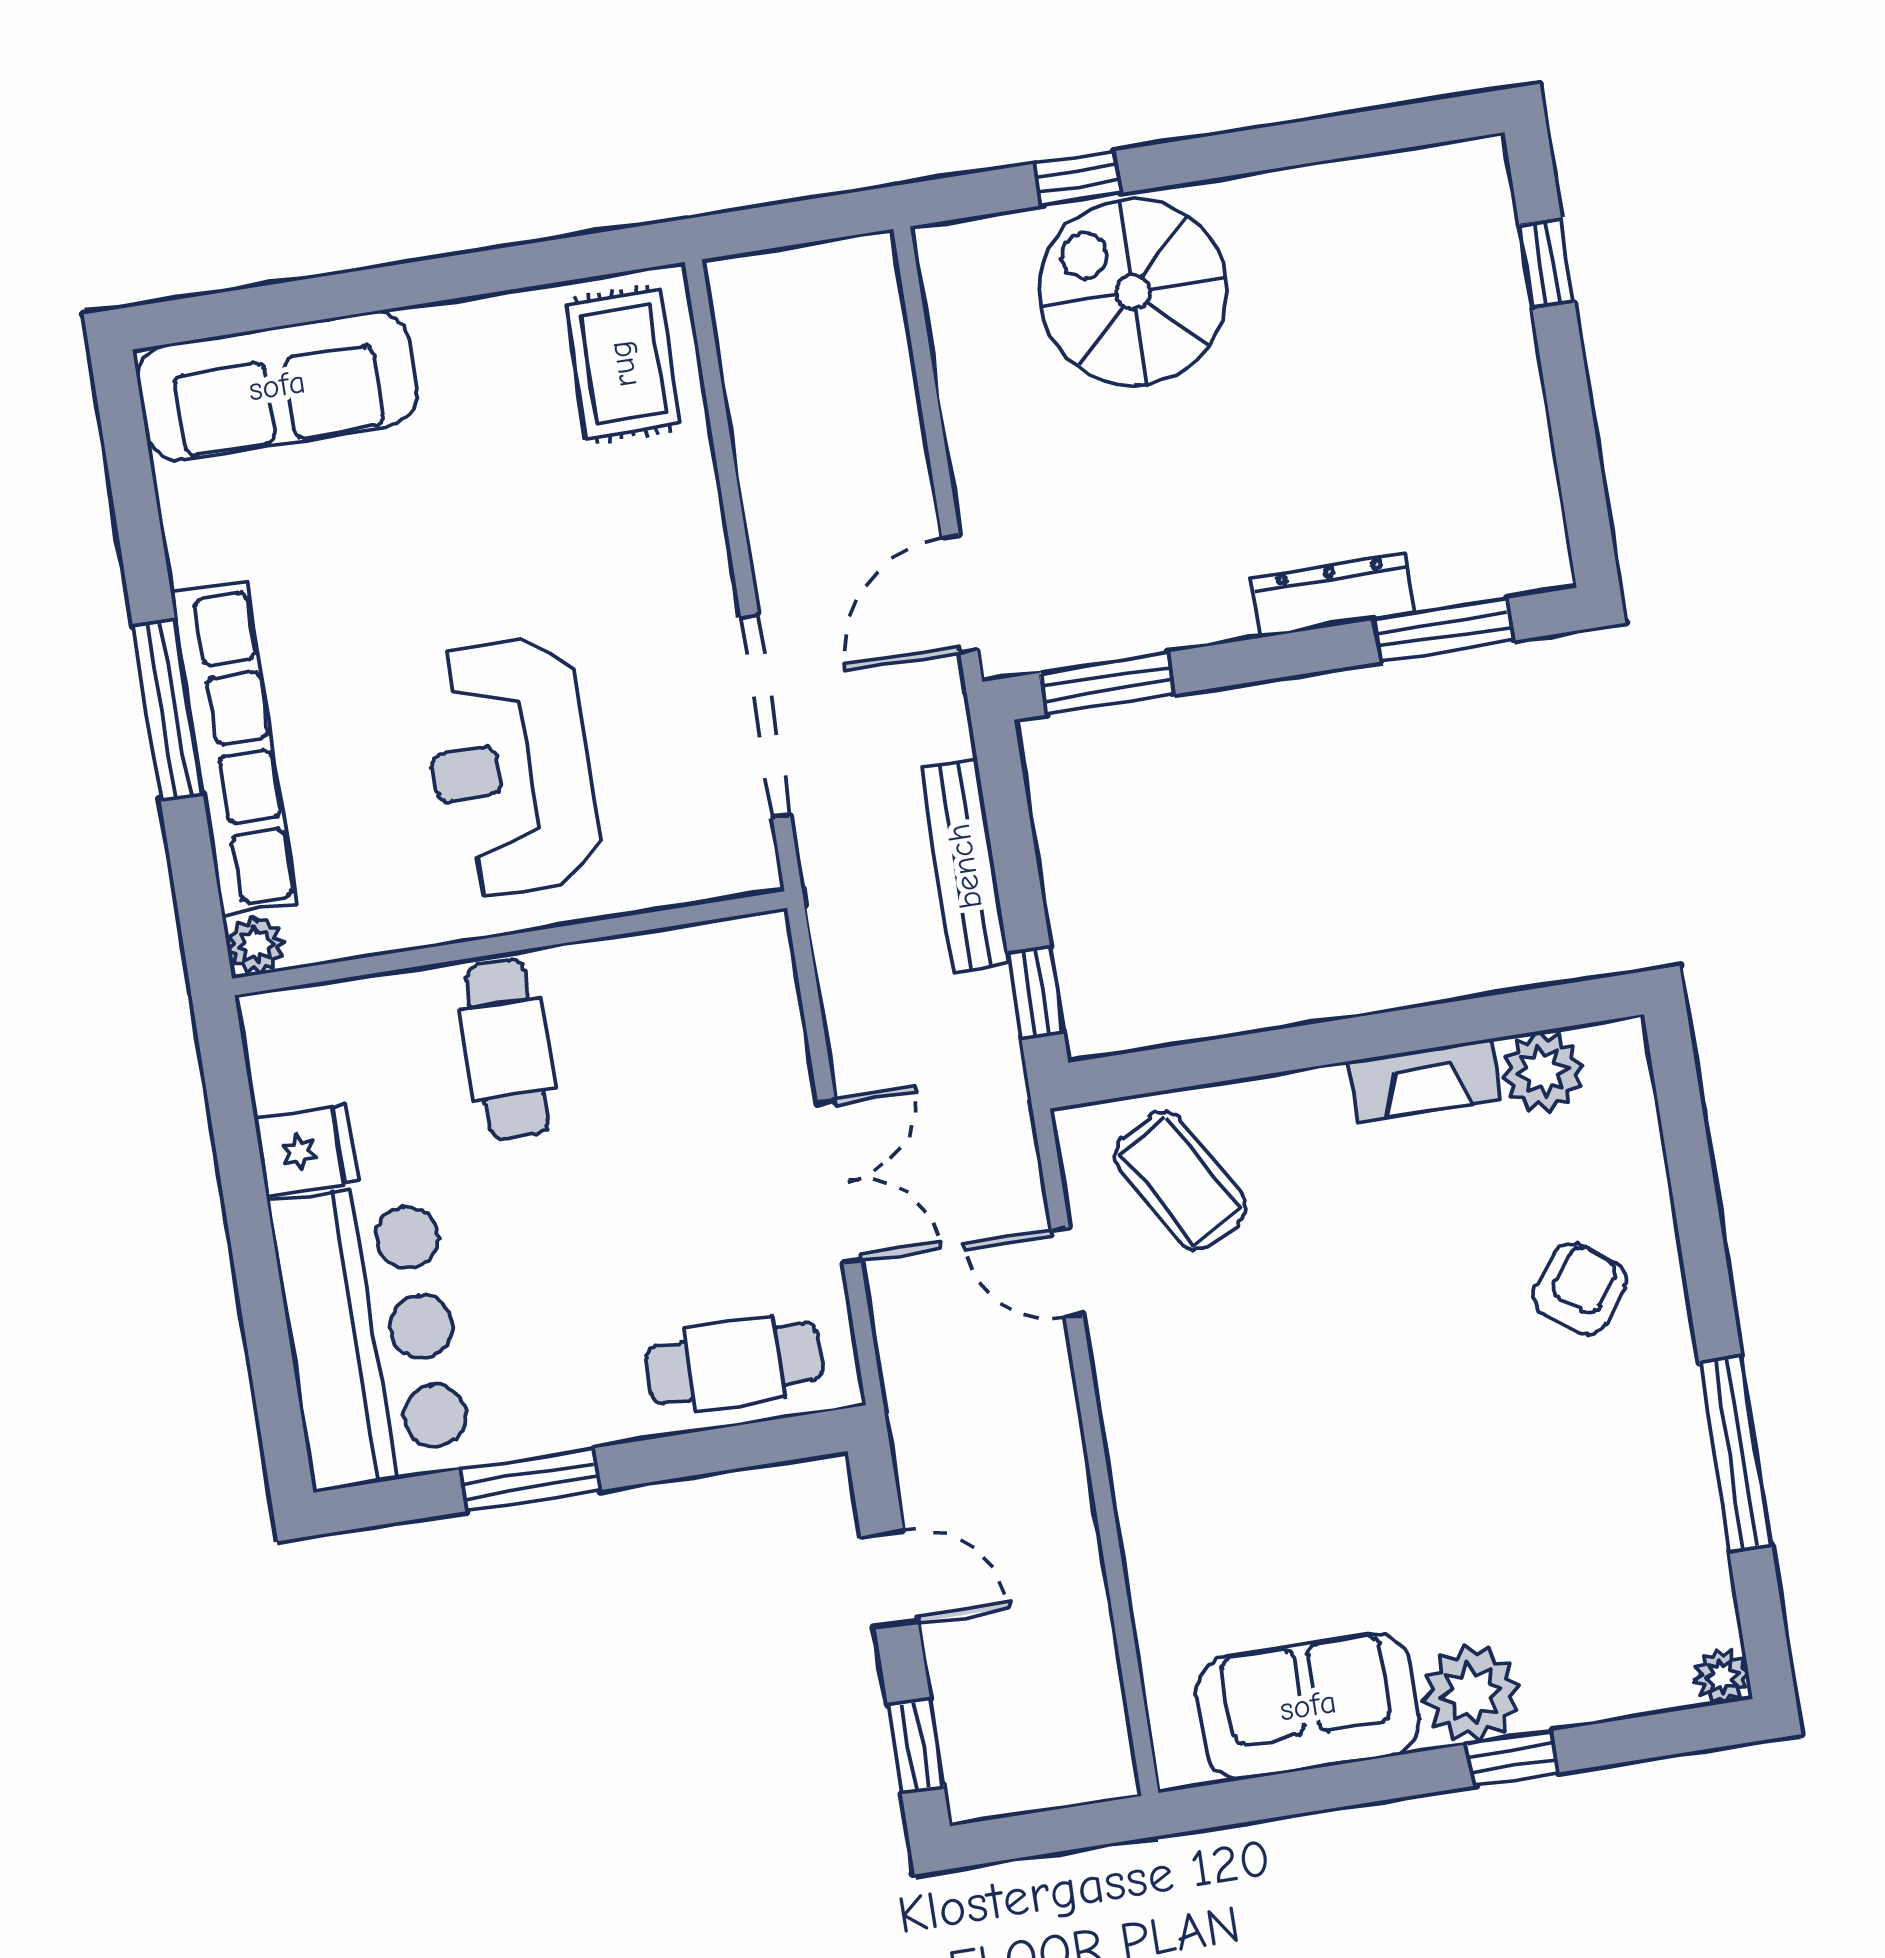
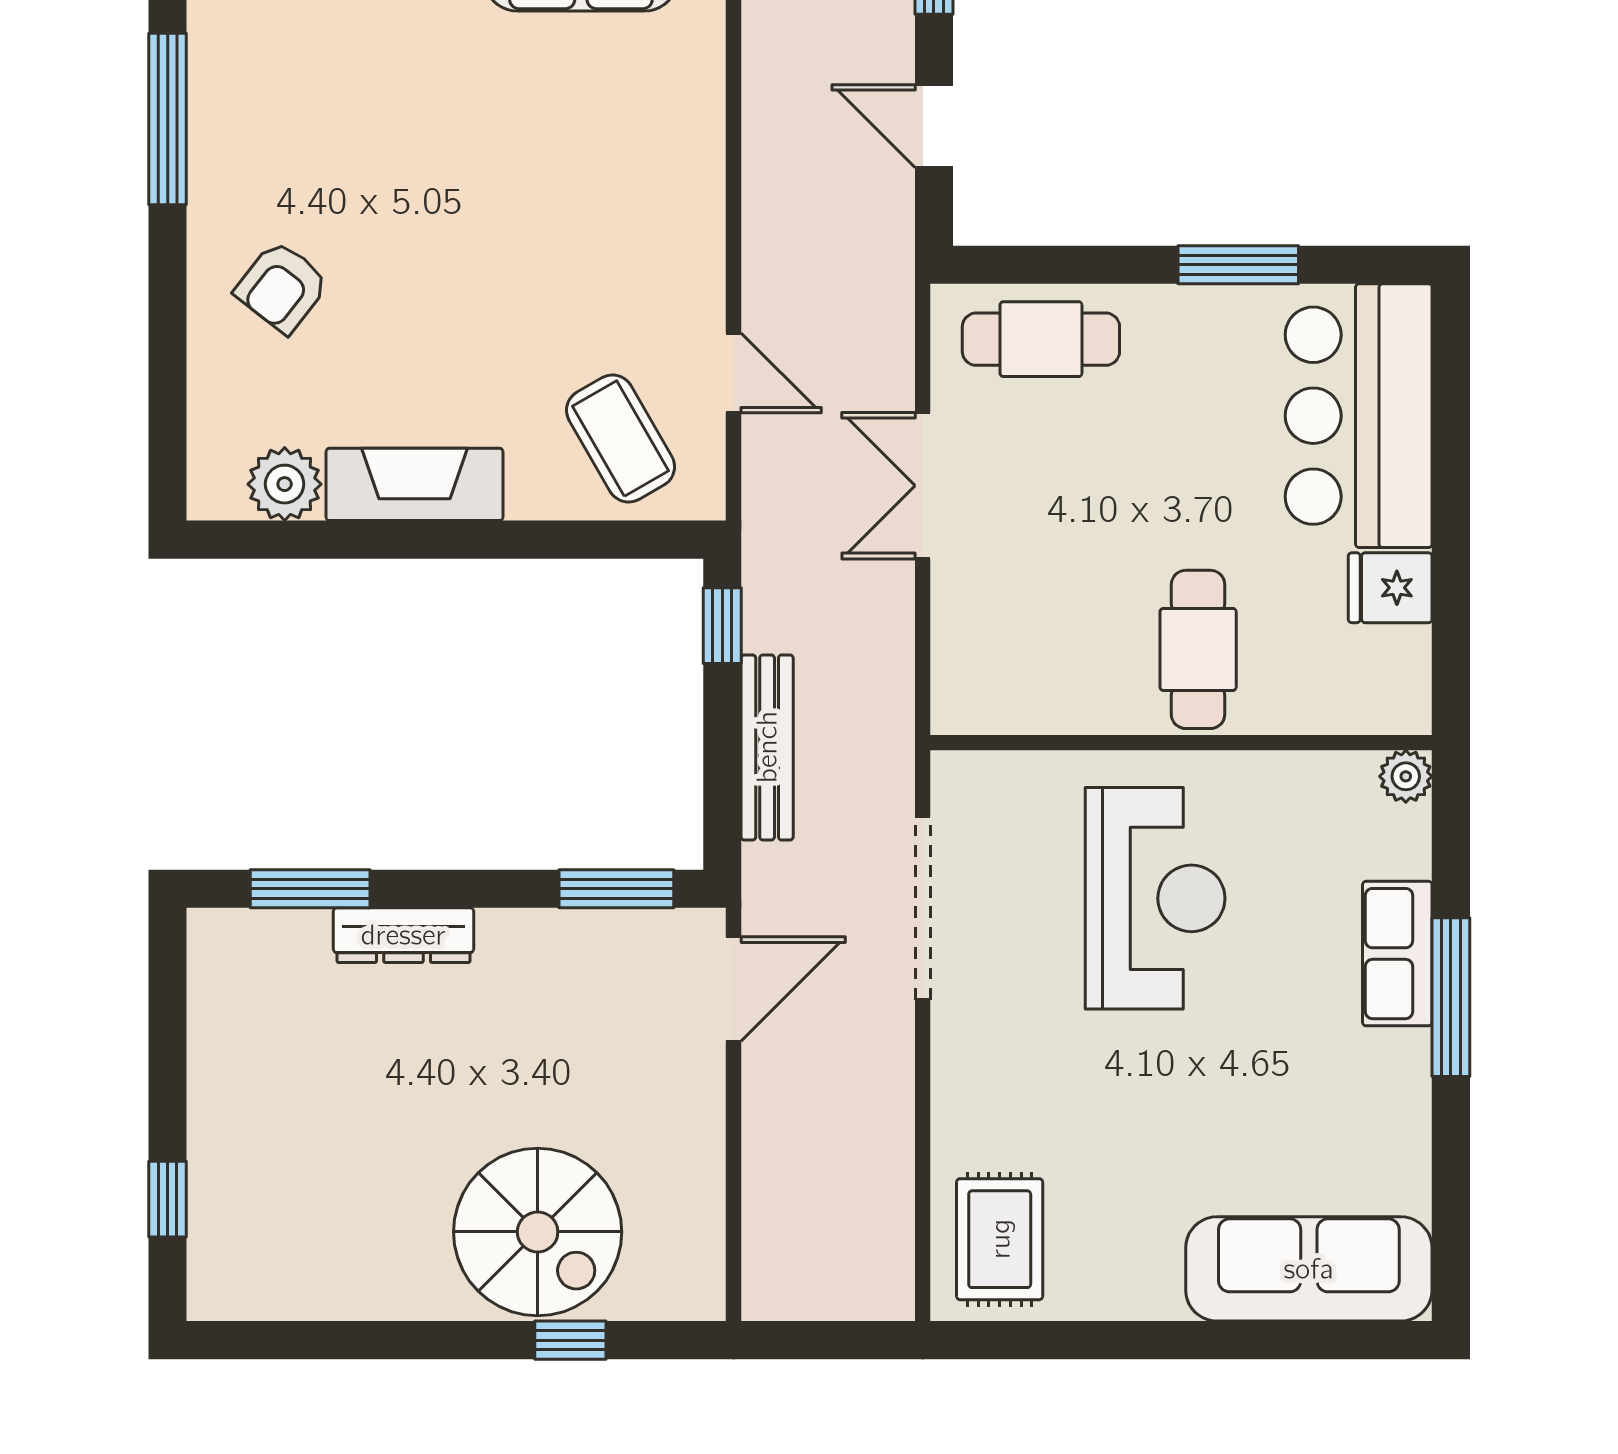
row of seats: (234, 749) -> (1397, 954), width x0.50
fireplace: (1424, 1080) -> (415, 484), width x1.37, depth x1.32

